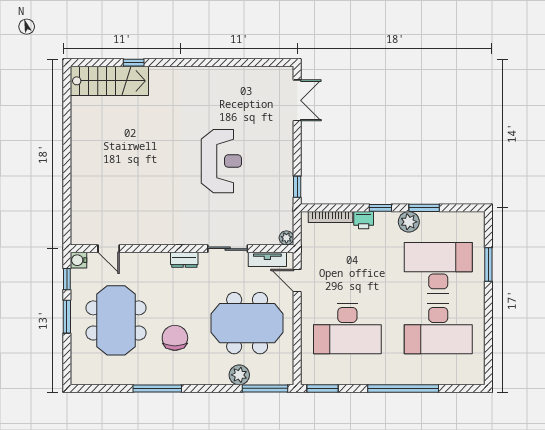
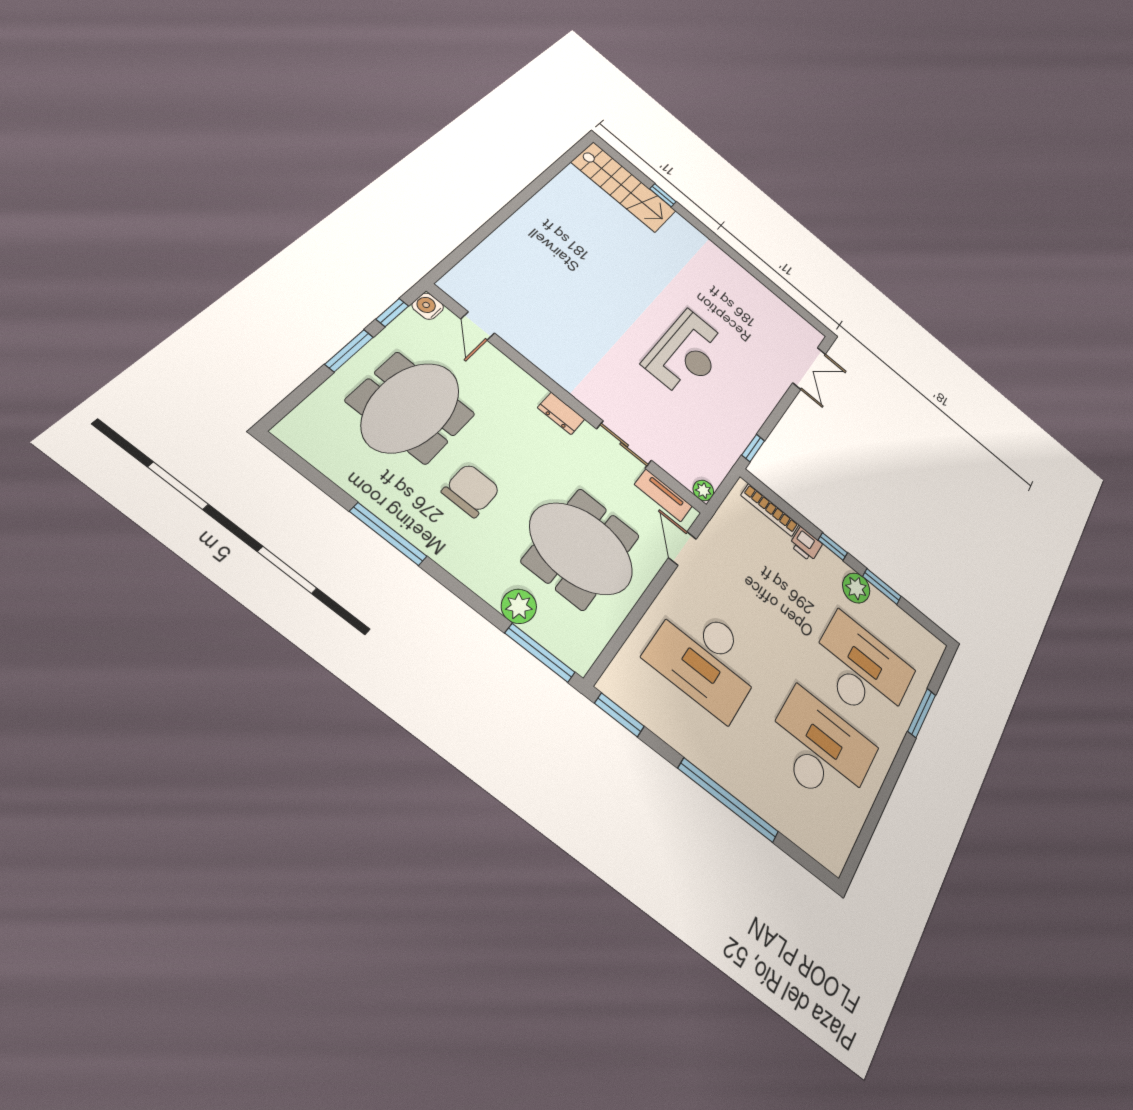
desk: (438, 329) -> (820, 749), turned 180

